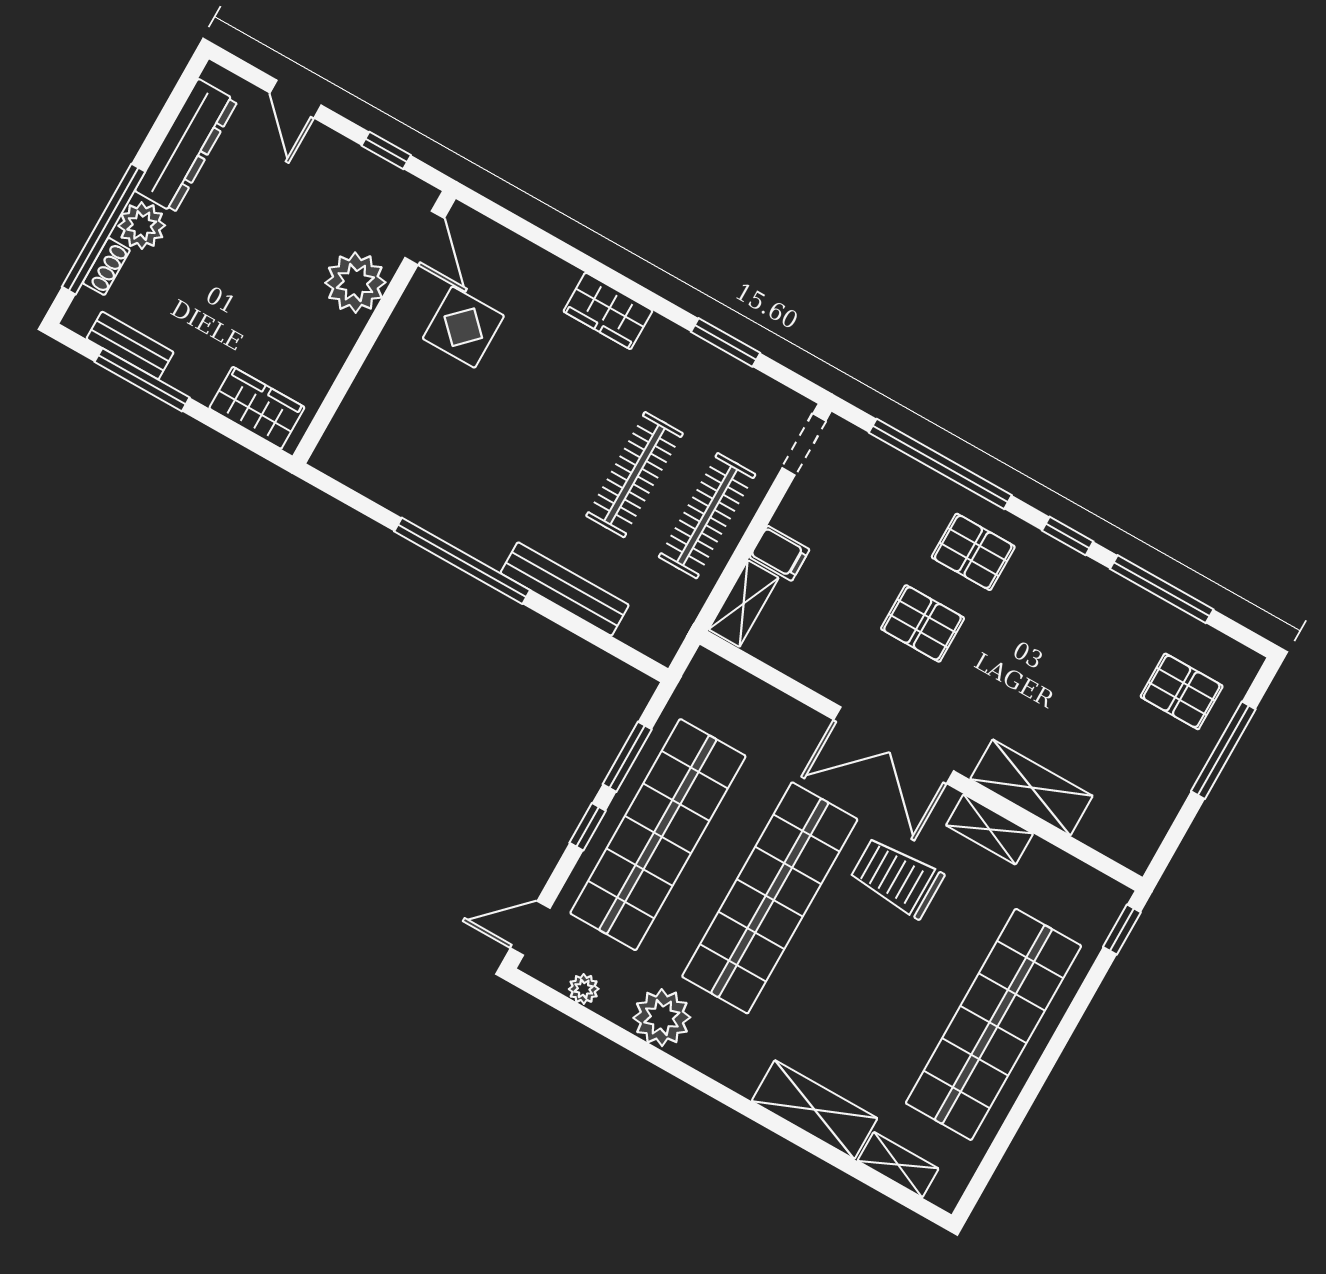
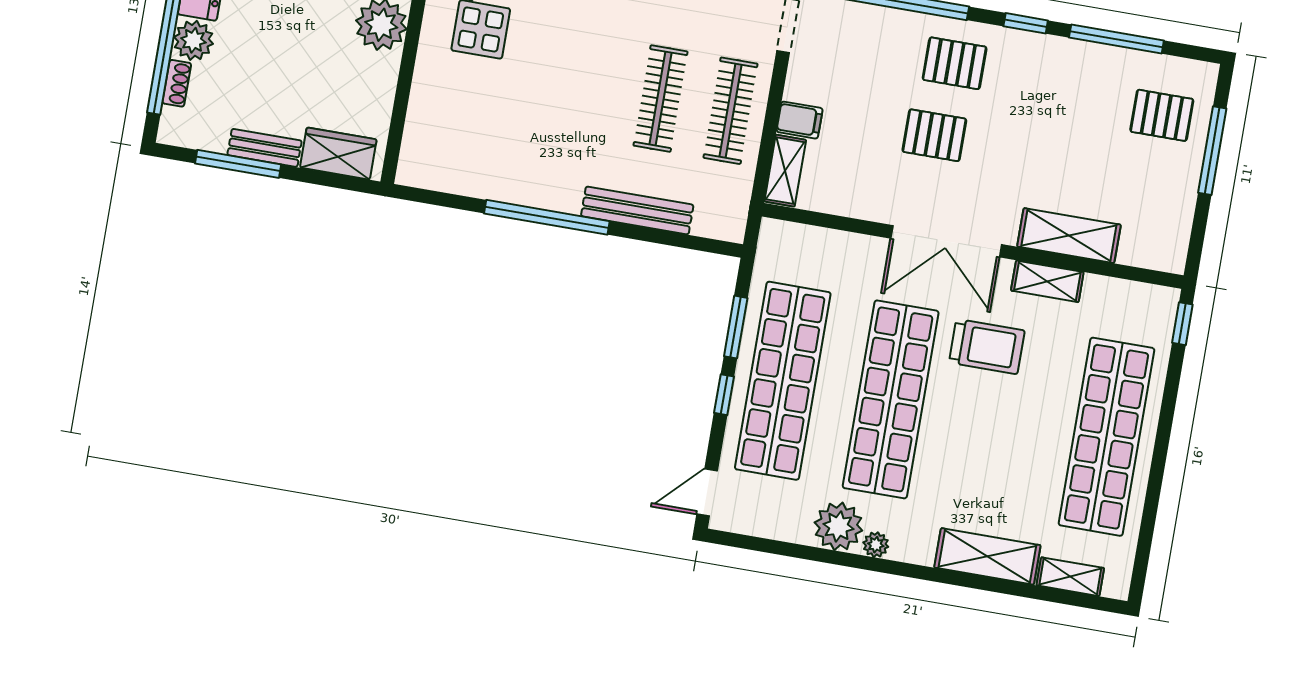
bench: (130, 345) -> (265, 148), moved
trolley: (897, 877) -> (987, 346), turned 180
plant: (584, 989) -> (876, 545), moved

